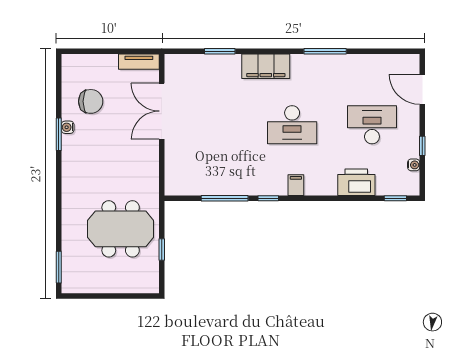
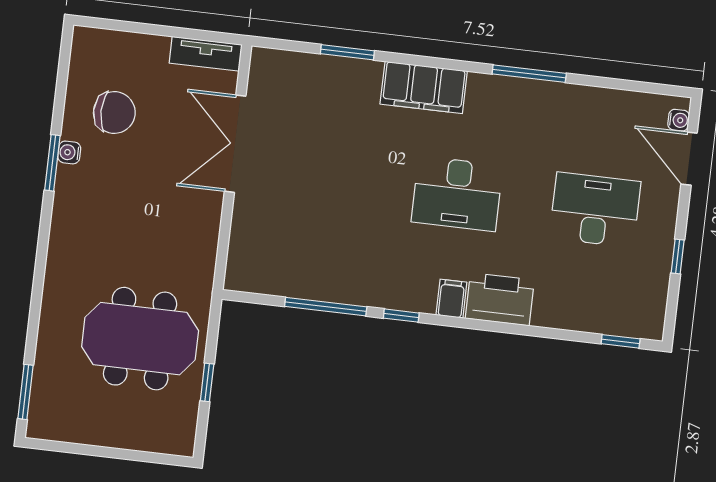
water cooler: (414, 165) -> (679, 120), moved
printer: (356, 182) -> (500, 299), moved

